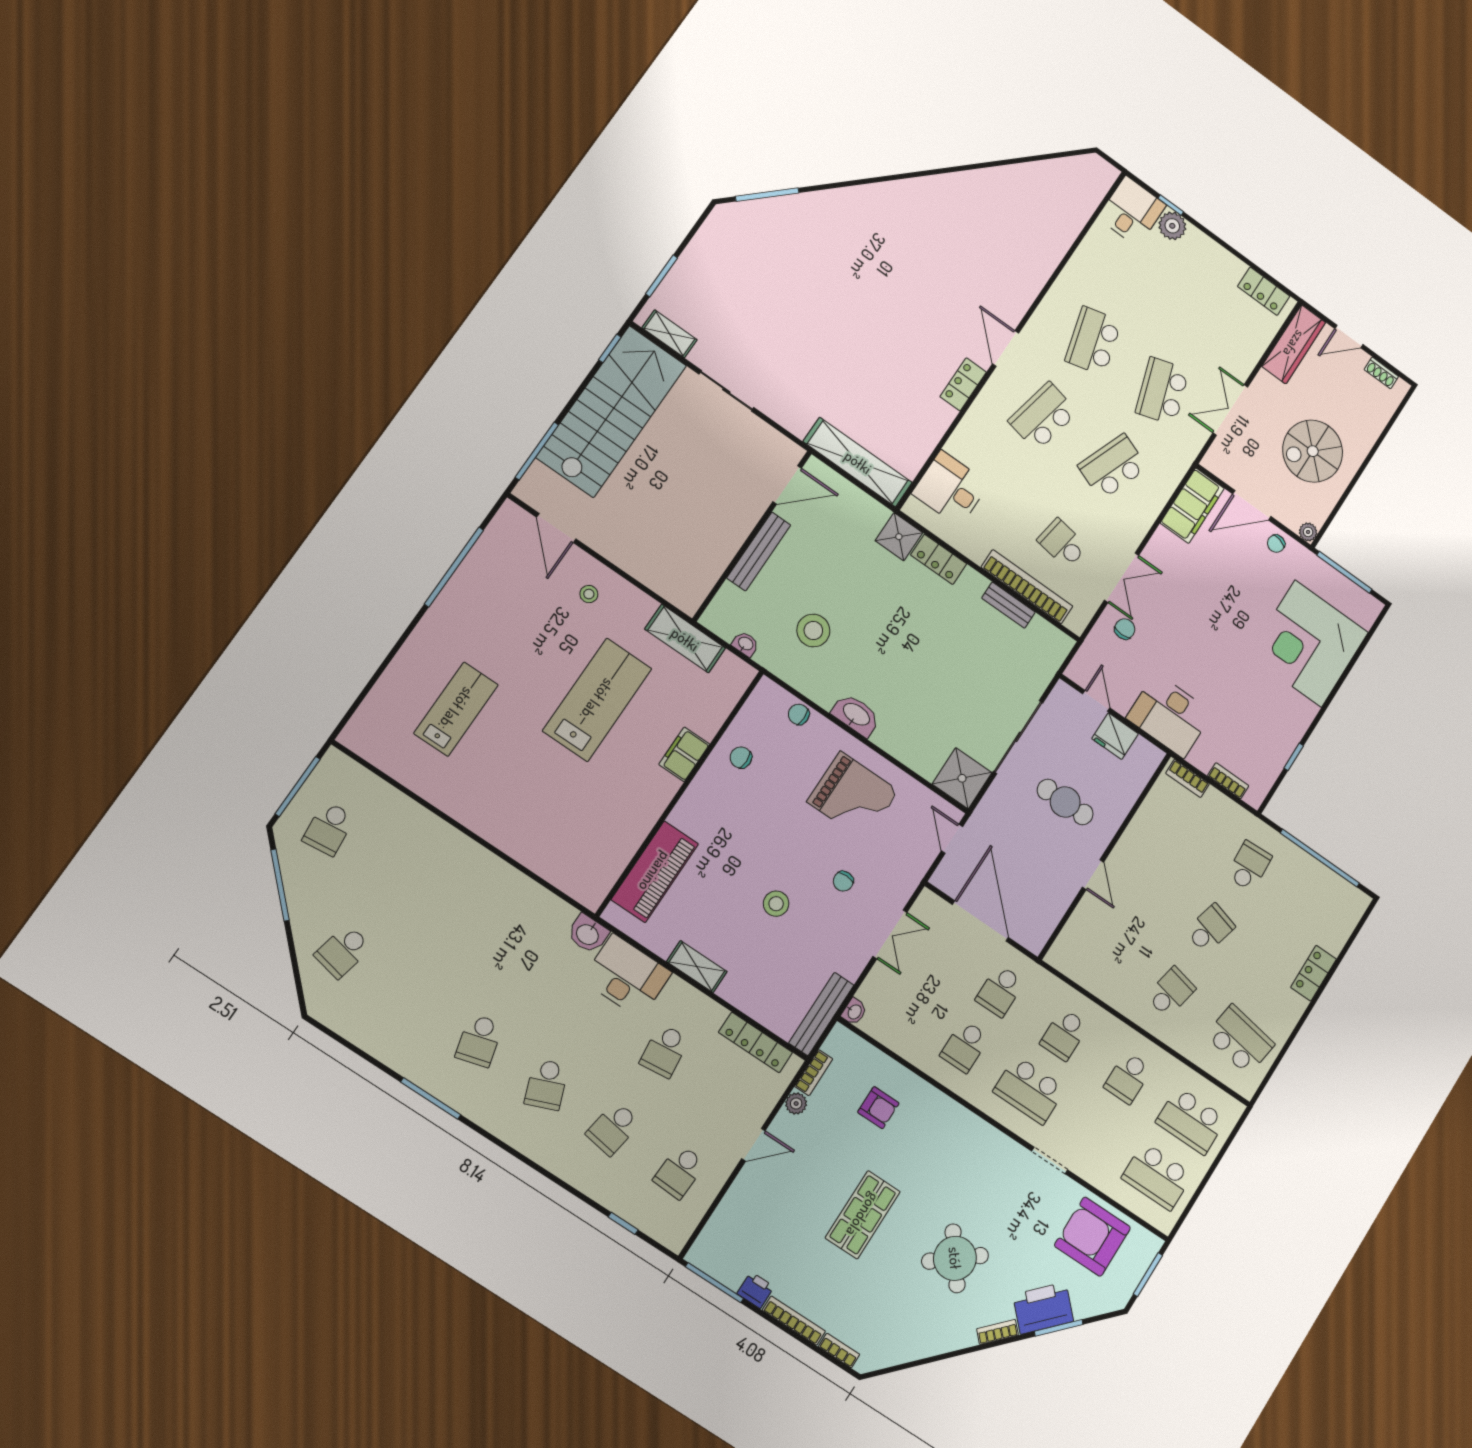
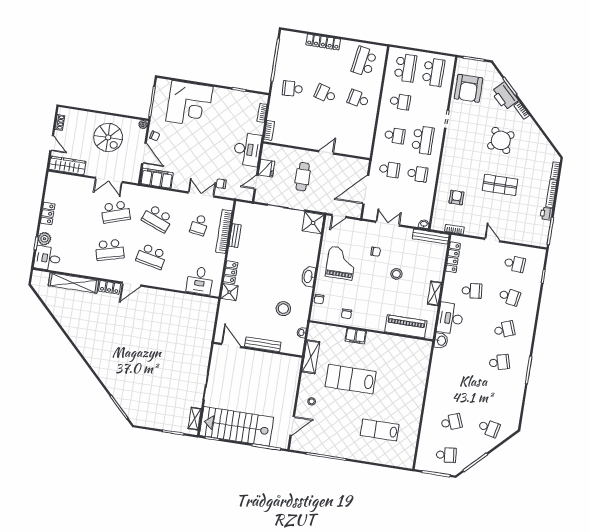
locker: (1264, 291) -> (48, 213), moved
locker: (963, 384) -> (110, 287), moved
shelving: (858, 462) -> (73, 283), moved, turned 90
school desk: (397, 874) -> (451, 422), added
locker: (1314, 973) -> (323, 42), width x1.53
plant: (796, 1104) -> (469, 231), removed

